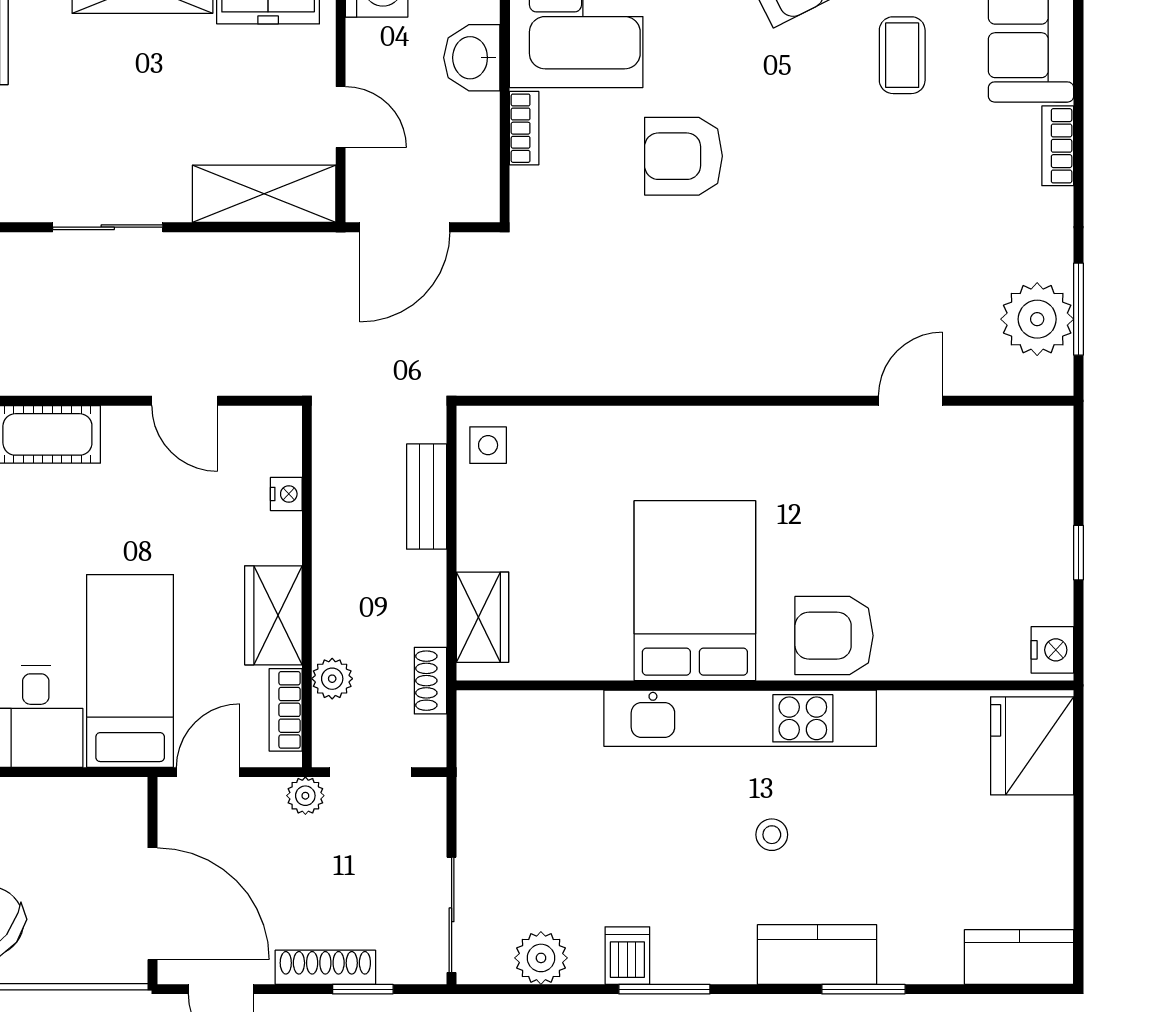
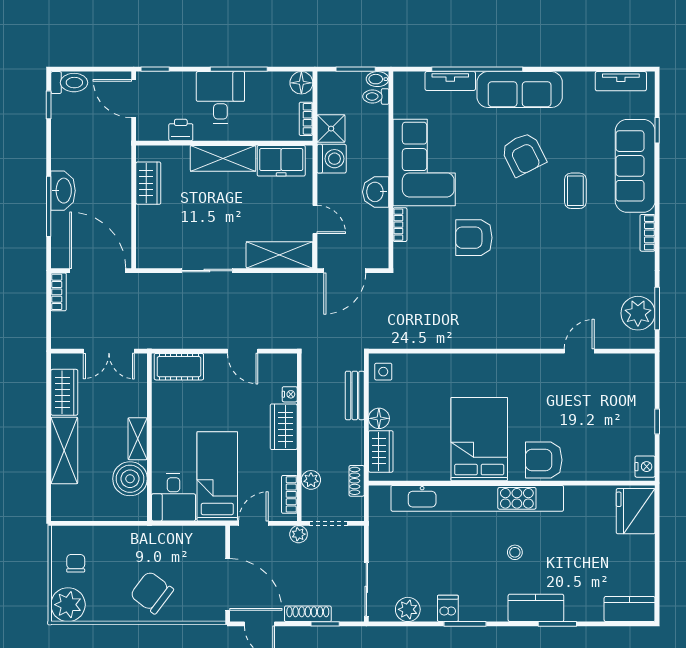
floor lamp: (479, 546) -> (379, 418), added
wardrobe: (273, 615) -> (284, 427), moved
kitchen unit: (740, 718) -> (477, 498), width x1.36

